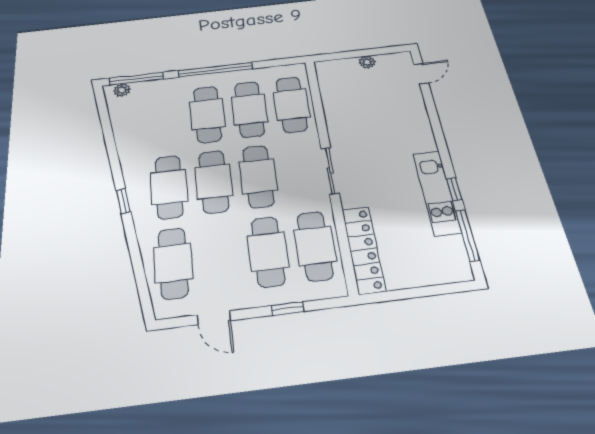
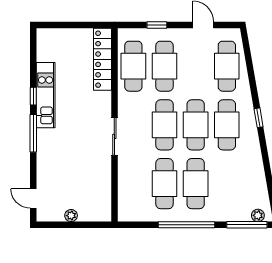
door: (421, 74) -> (33, 198), hinge flipped
cafe table: (292, 104) -> (133, 184), removed
sliding door: (330, 171) -> (114, 136), moved
window: (467, 235) -> (33, 133), moved

